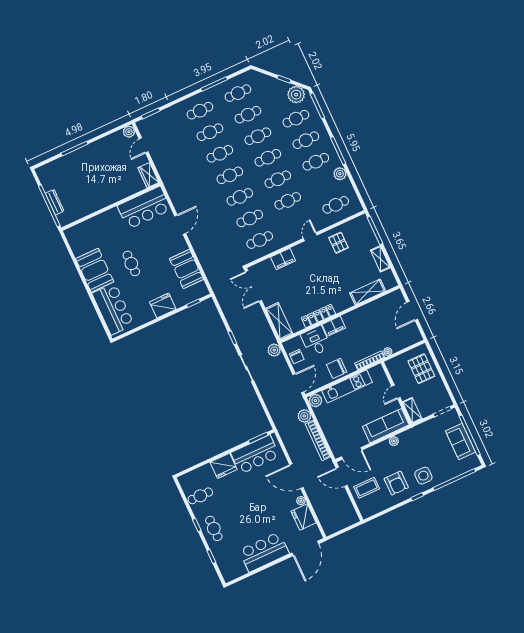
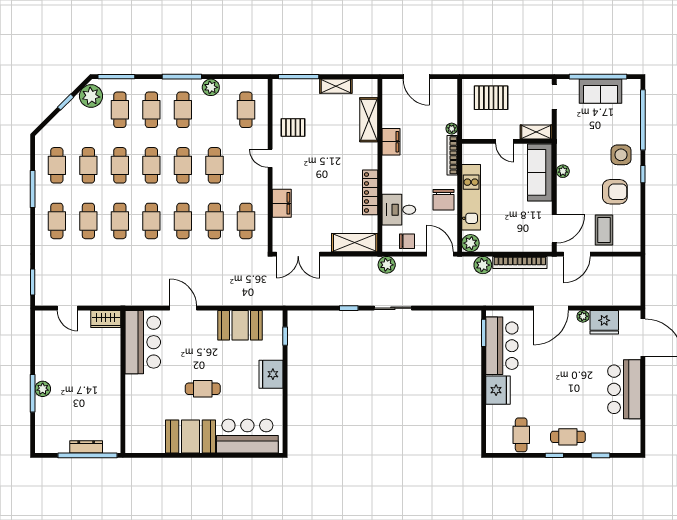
plant: (129, 132) -> (43, 389), moved
filing cabinet: (334, 326) -> (391, 142), moved

